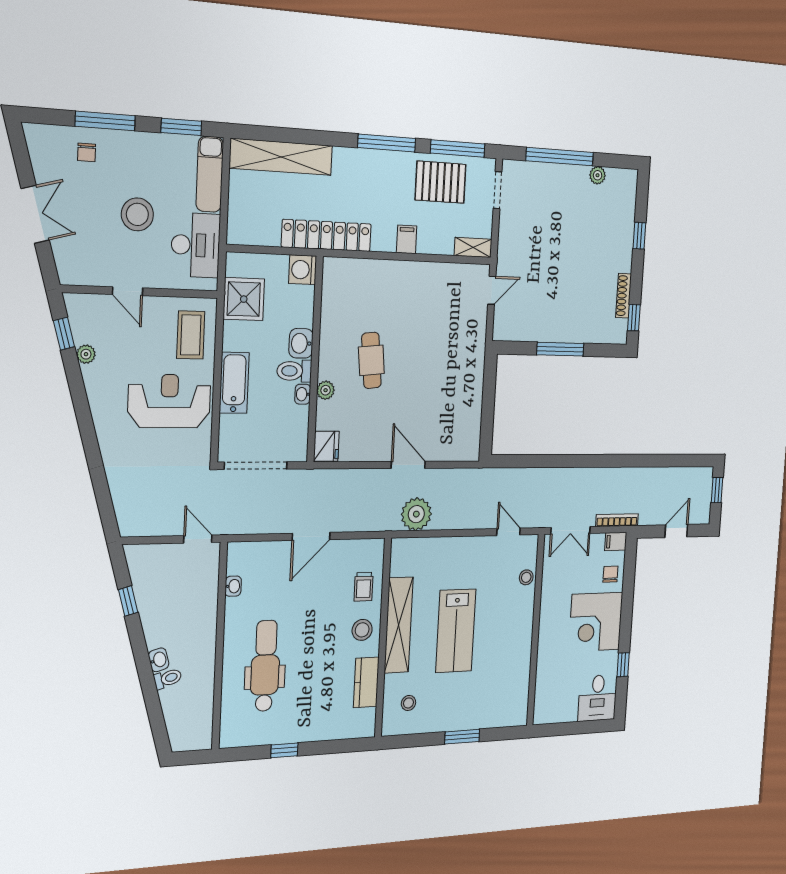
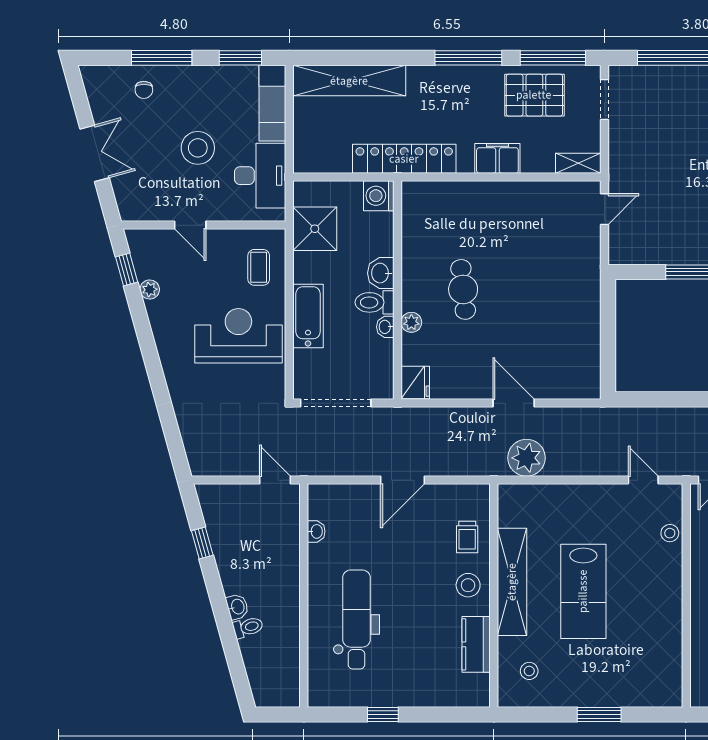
filing cabinet: (407, 239) -> (497, 158), width x2.00
coffee table: (191, 335) -> (259, 267), width x0.73, depth x0.77

